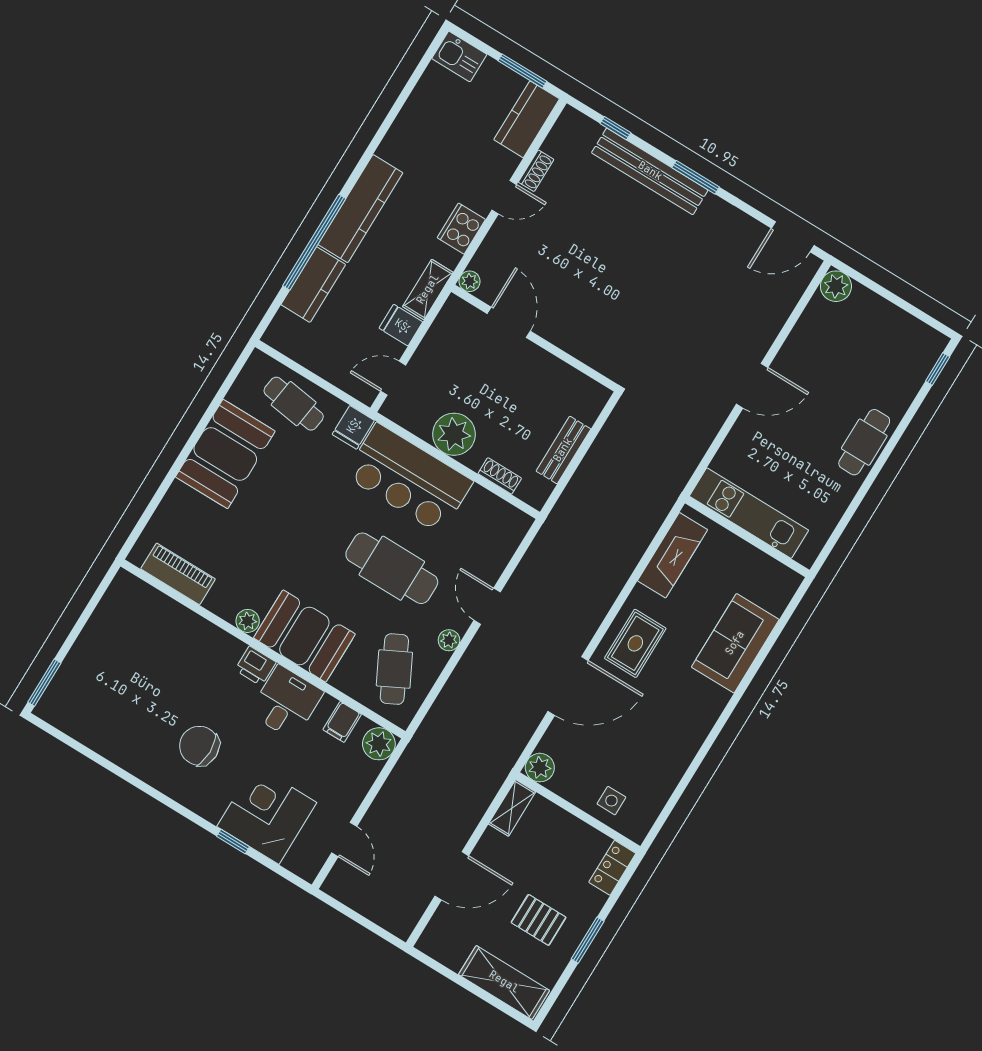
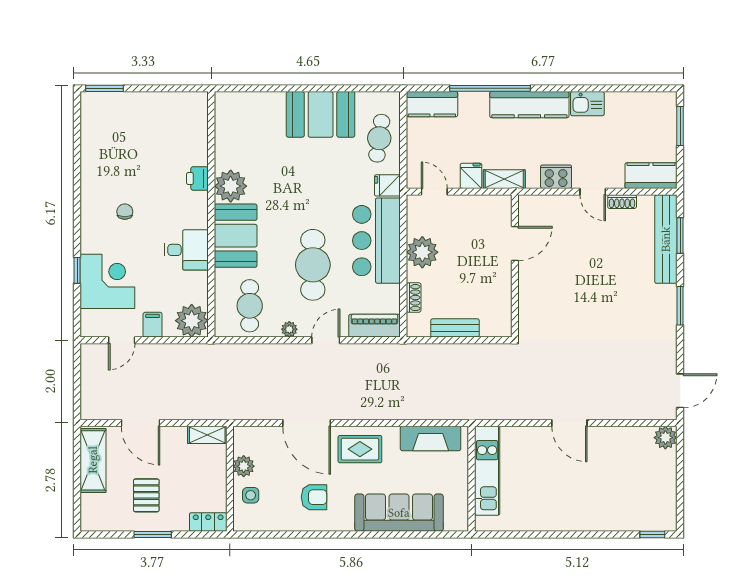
kitchen sink: (459, 56) -> (587, 104), moved, turned -90
window: (522, 71) -> (680, 126), moved
window: (615, 128) -> (680, 236), width x1.50
bench: (650, 171) -> (666, 239), moved
door: (793, 237) -> (680, 391), swing flipped
plant: (470, 281) -> (526, 202), removed
kitchen counter: (313, 285) -> (432, 104), moved
cafe table: (864, 442) -> (577, 516), removed
piano: (178, 574) -> (374, 326), moved, turned -90
plant: (248, 621) -> (231, 186), width x1.88, depth x1.88
sofa: (735, 643) -> (399, 513), width x1.36
printer: (255, 666) -> (197, 178), moved
cafe table: (394, 669) -> (250, 306), turned -63
filing cabinet: (342, 722) -> (153, 325), moved, turned 90
armchair: (658, 729) -> (314, 497), added
plant: (379, 744) -> (192, 321), width x1.36, depth x1.36
chair: (199, 746) -> (125, 212), width x0.54, depth x0.54
plant: (540, 768) -> (244, 466), moved
shelving: (504, 982) -> (93, 460), moved

